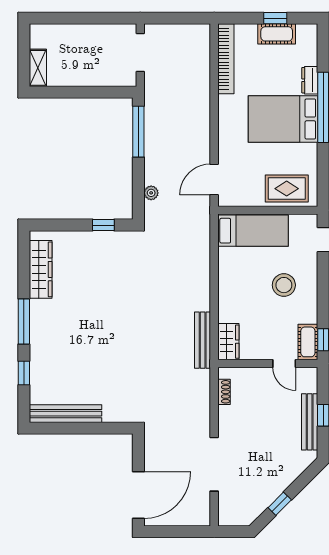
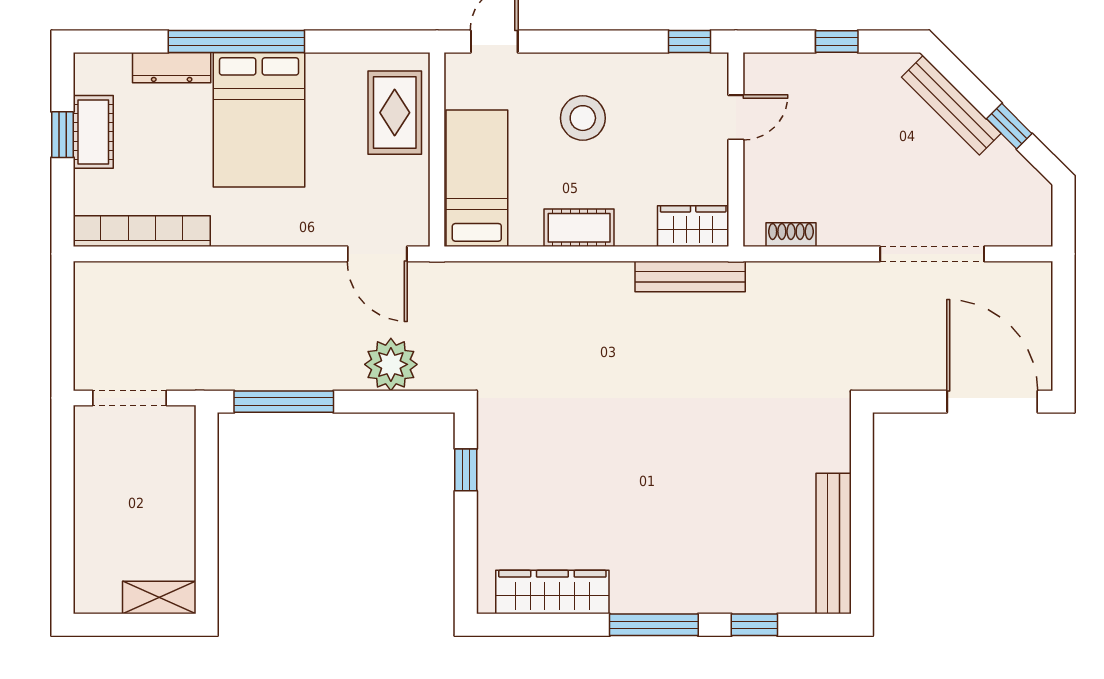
dresser: (310, 80) -> (172, 68), width x1.44
plant: (151, 193) -> (391, 364), width x1.88, depth x1.88
cot: (308, 342) -> (579, 228), moved
bench: (310, 422) -> (951, 105), moved, turned 45

